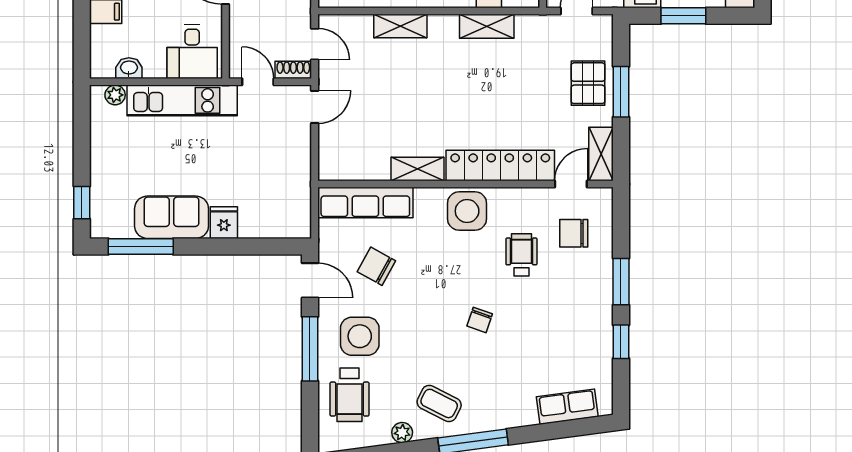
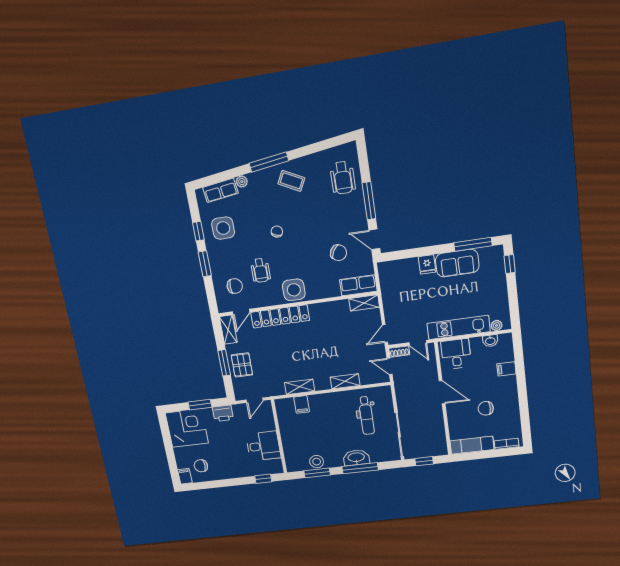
shelving: (418, 169) -> (364, 303), moved
row of seats: (365, 203) -> (358, 285), width x0.68
side table: (360, 336) -> (223, 228), moved
wheelchair: (350, 395) -> (343, 178), turned 180
plant: (402, 433) -> (242, 182), moved

